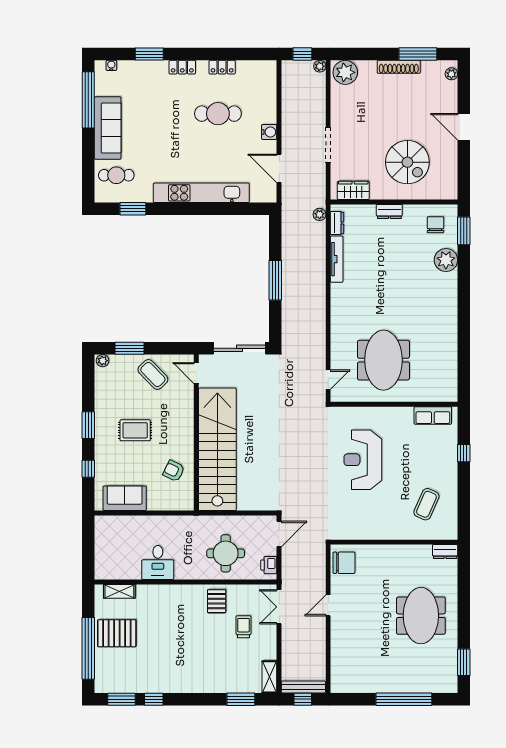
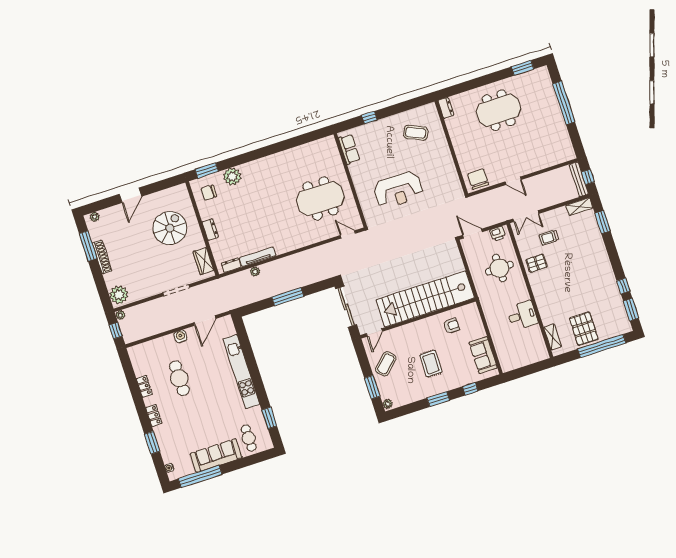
plant: (320, 214) -> (255, 271), moved
armchair: (174, 471) -> (451, 326), turned -116

